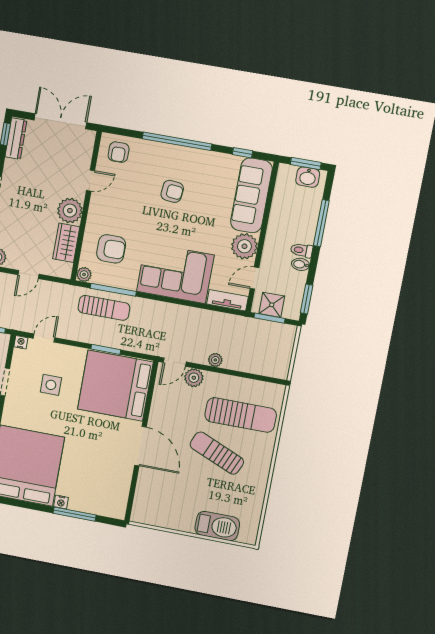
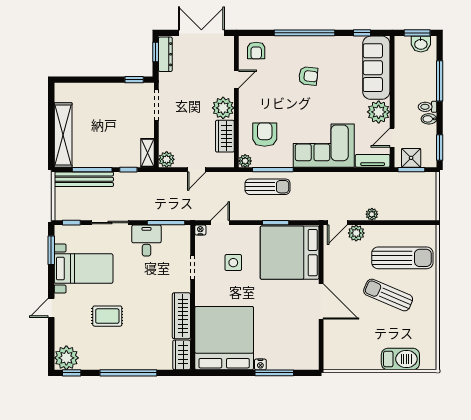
armchair: (111, 249) -> (265, 135), turned -90

